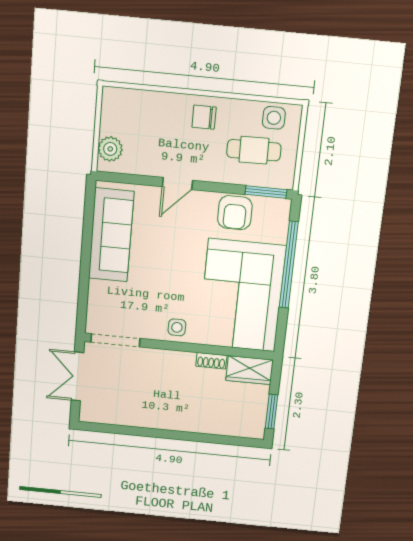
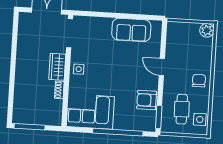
plant: (110, 149) -> (207, 30), moved
sofa: (111, 235) -> (131, 30), width x0.73
corner sofa: (242, 295) -> (90, 112), width x0.73, depth x0.74
wardrobe: (250, 370) -> (57, 67), moved
window: (272, 412) -> (30, 127), width x1.44

